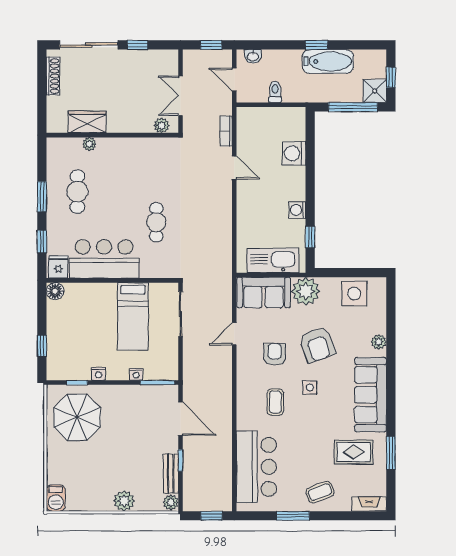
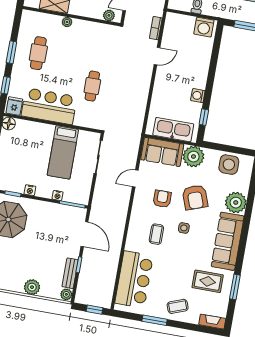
plant: (89, 144) -> (67, 22), moved
washing machine: (294, 153) -> (204, 27), moved, turned -90
door: (234, 168) -> (157, 56), hinge flipped
plant: (379, 342) -> (236, 203), width x1.87, depth x1.87

